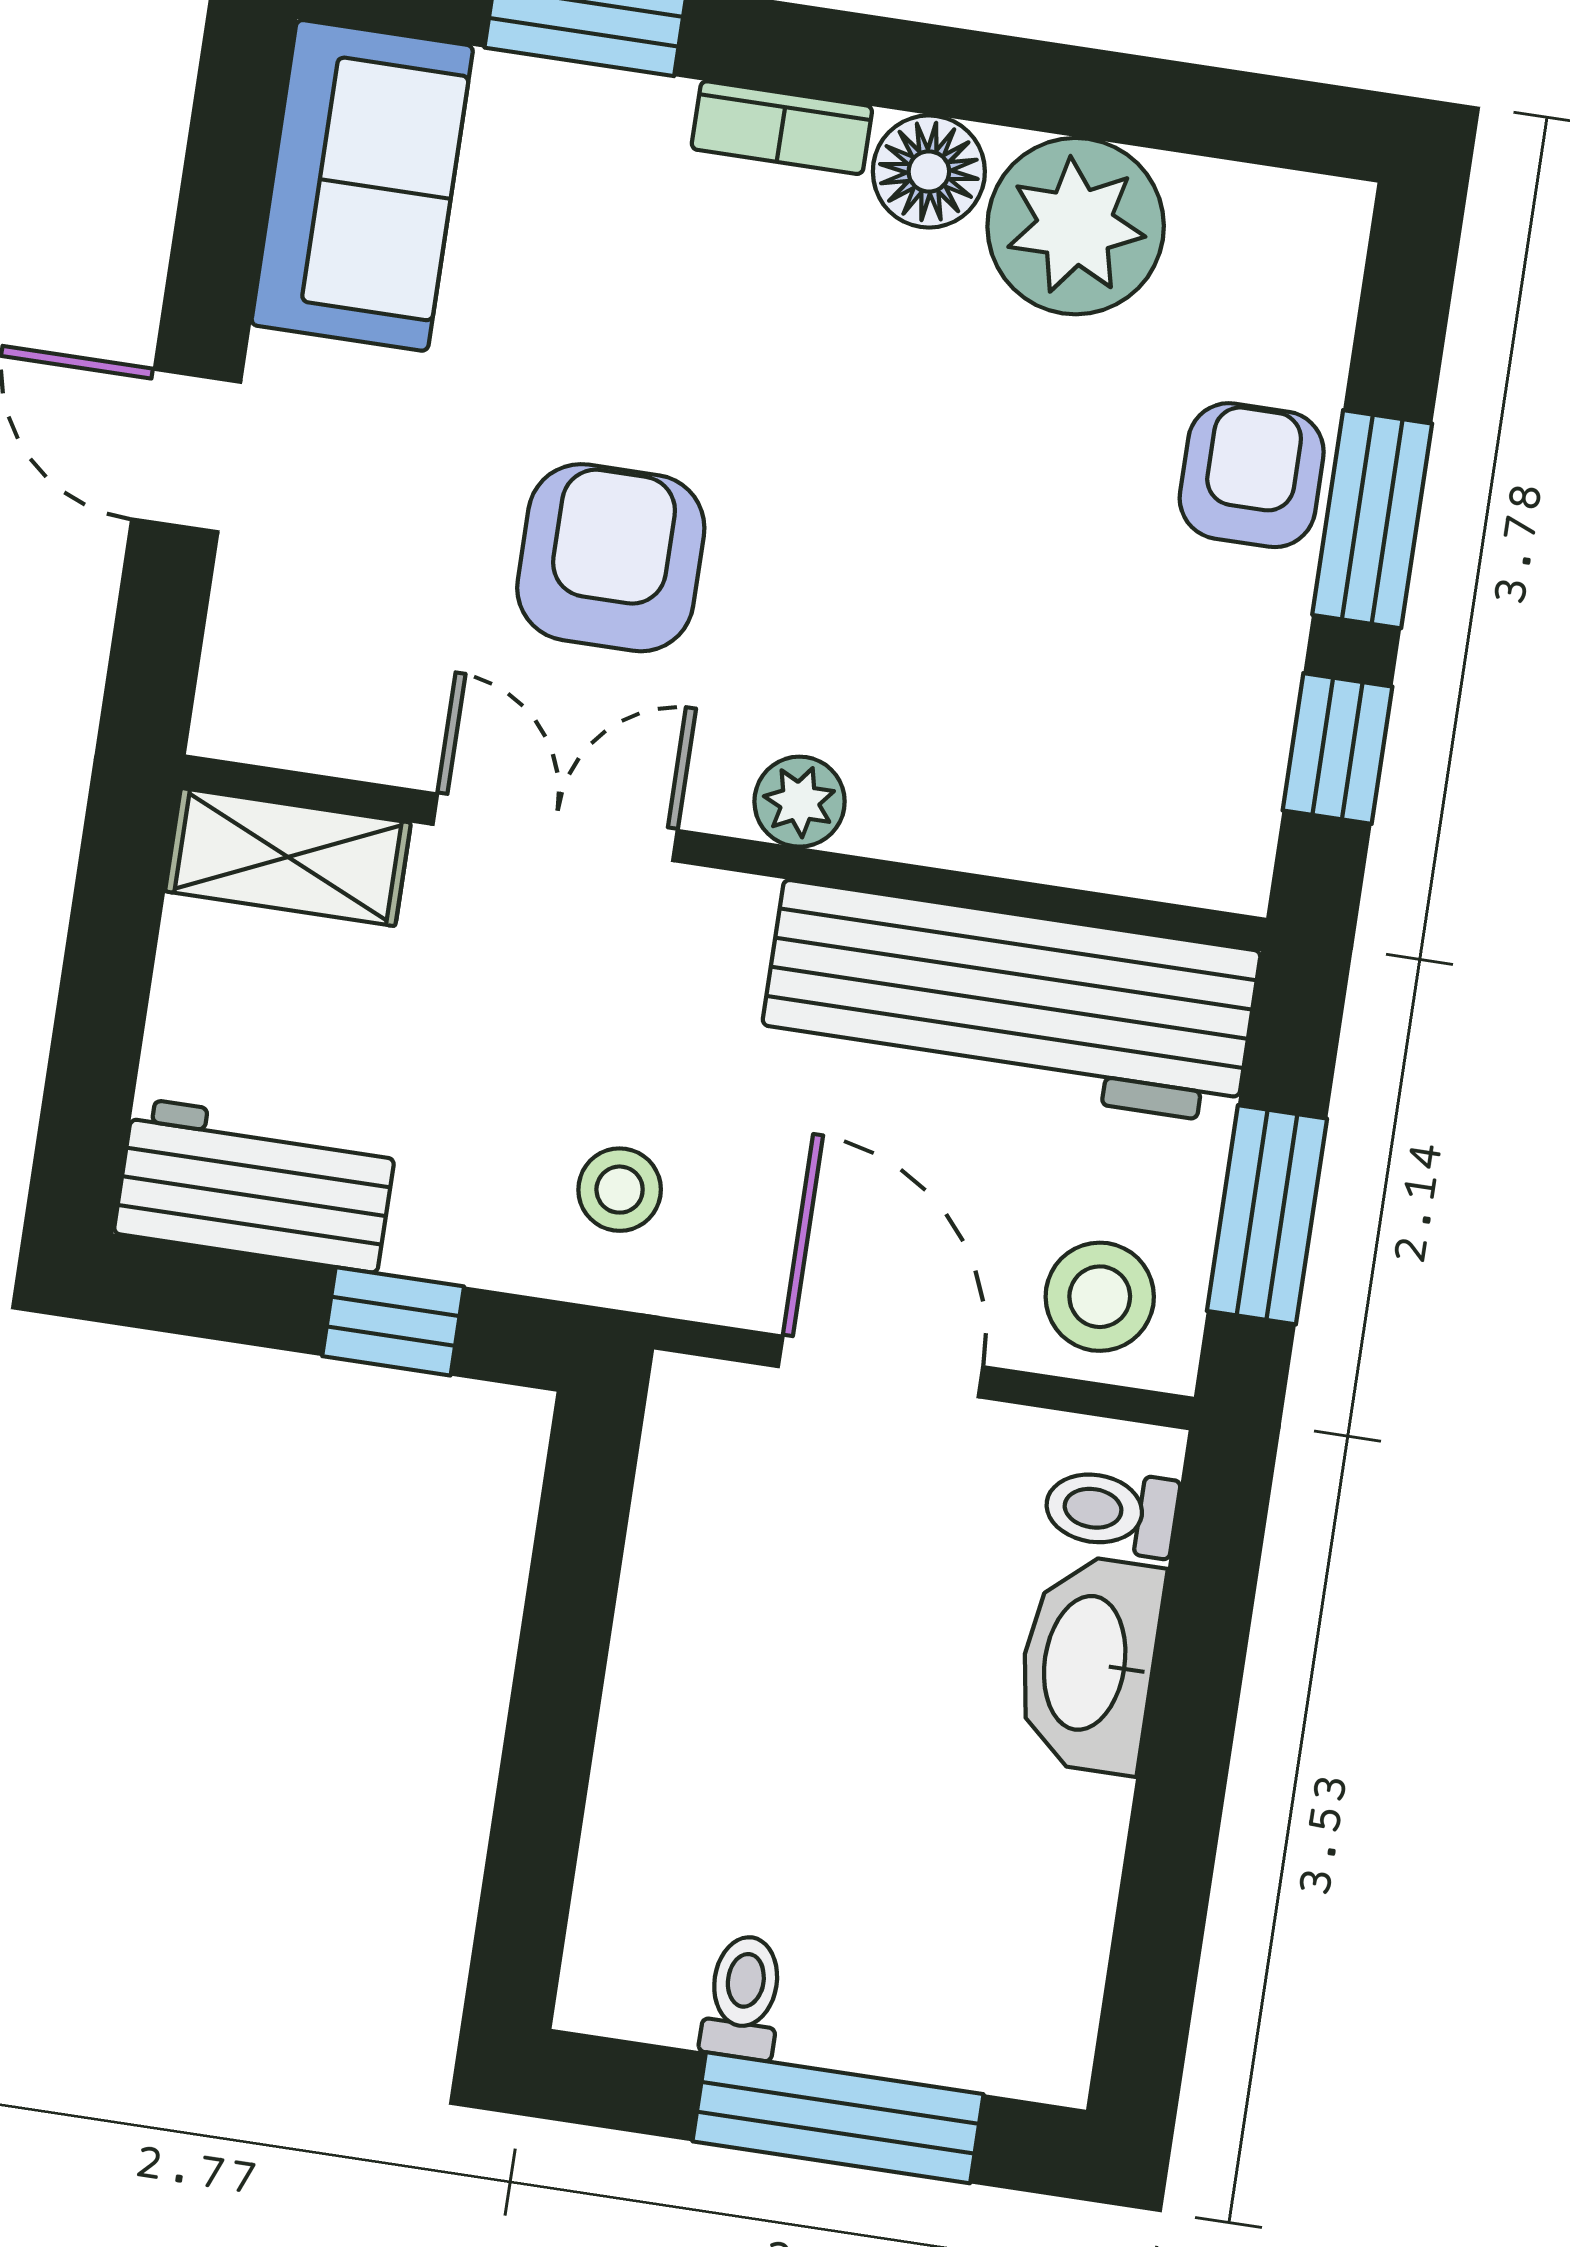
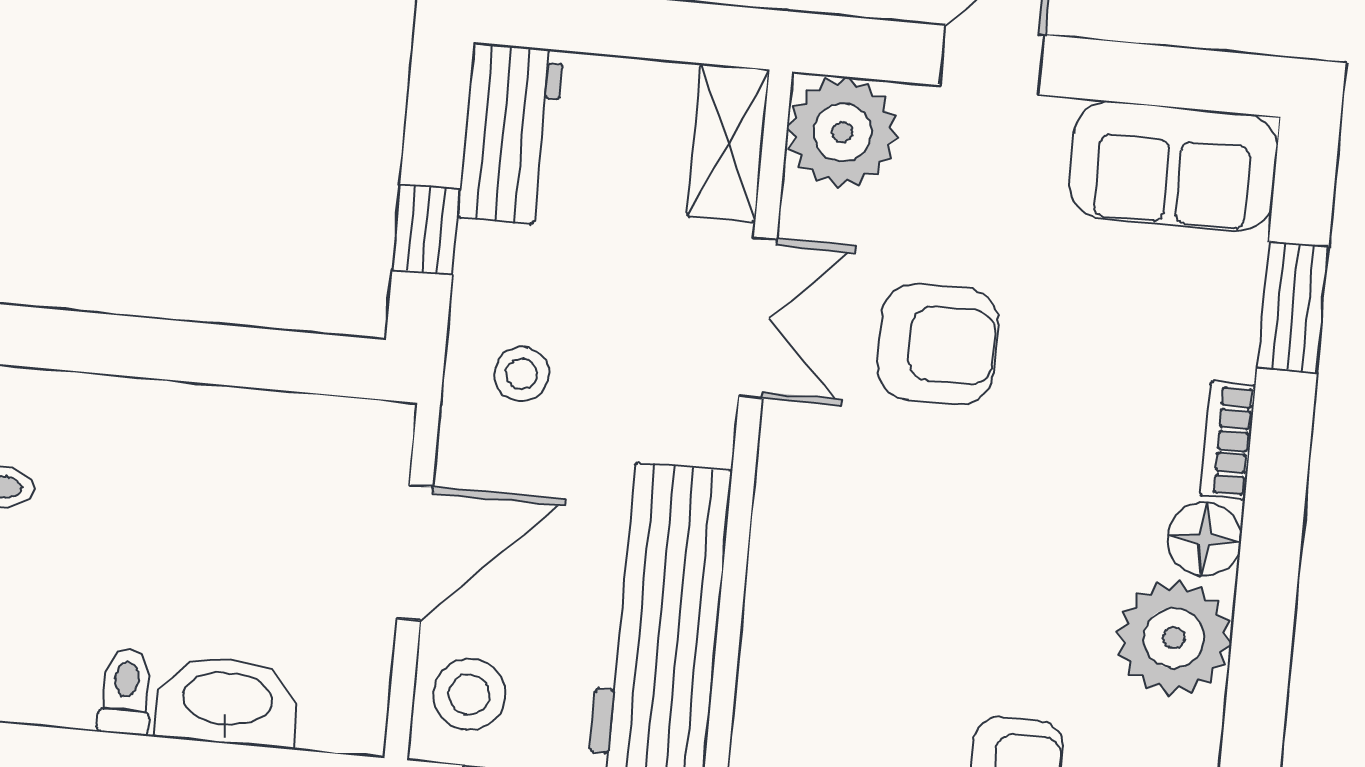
plant: (800, 802) -> (842, 132), moved, width x1.88, depth x1.88
toilet: (1111, 1511) -> (126, 691), moved

